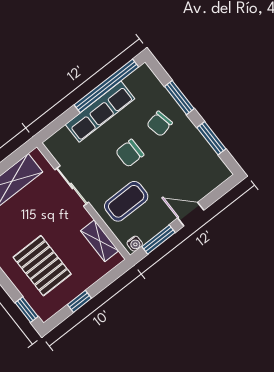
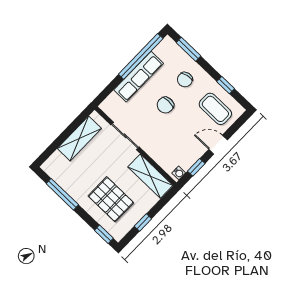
window: (179, 98) -> (189, 49), moved
window: (211, 138) -> (226, 85), width x0.67
coffee table: (126, 201) -> (215, 109), moved, turned 90
window: (158, 239) -> (196, 167), width x0.67
shelving: (100, 241) -> (150, 176), width x1.50, depth x1.33

